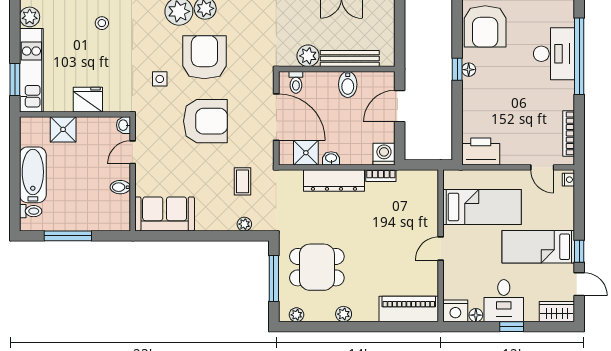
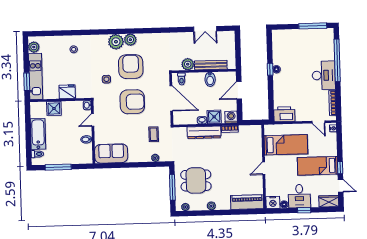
armchair: (485, 26) -> (285, 45), removed
desk: (554, 54) -> (324, 75), moved
shower: (306, 153) -> (214, 117), moved

